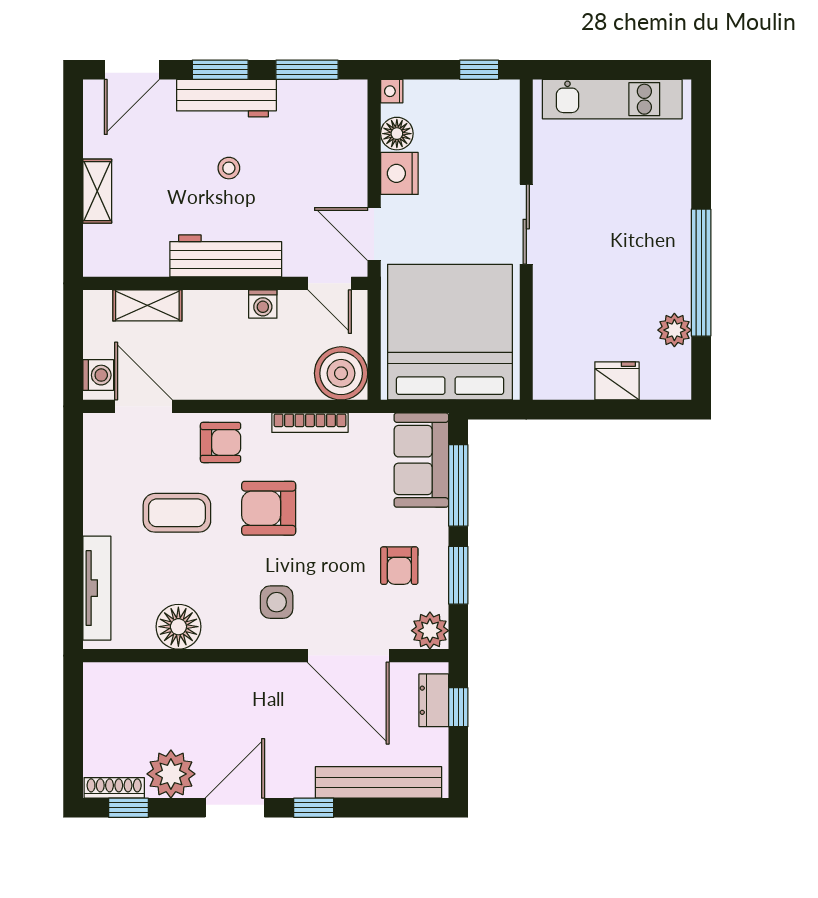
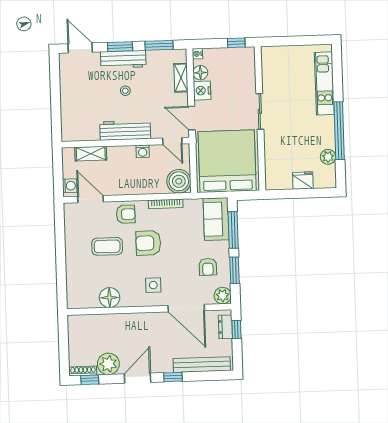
door: (132, 70) -> (80, 48), swing flipped
kitchen unit: (612, 99) -> (324, 83), moved, turned 90
shelving: (97, 191) -> (181, 78), moved
tv unit: (97, 588) -> (72, 281), removed

